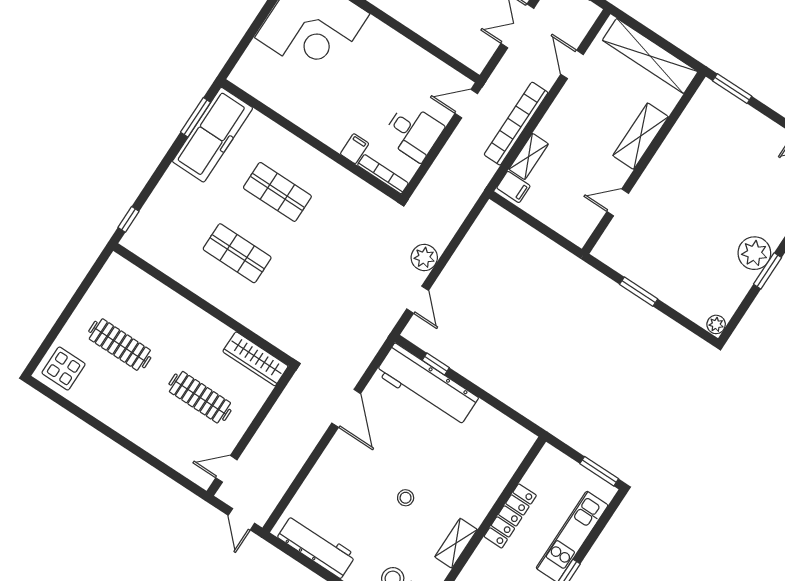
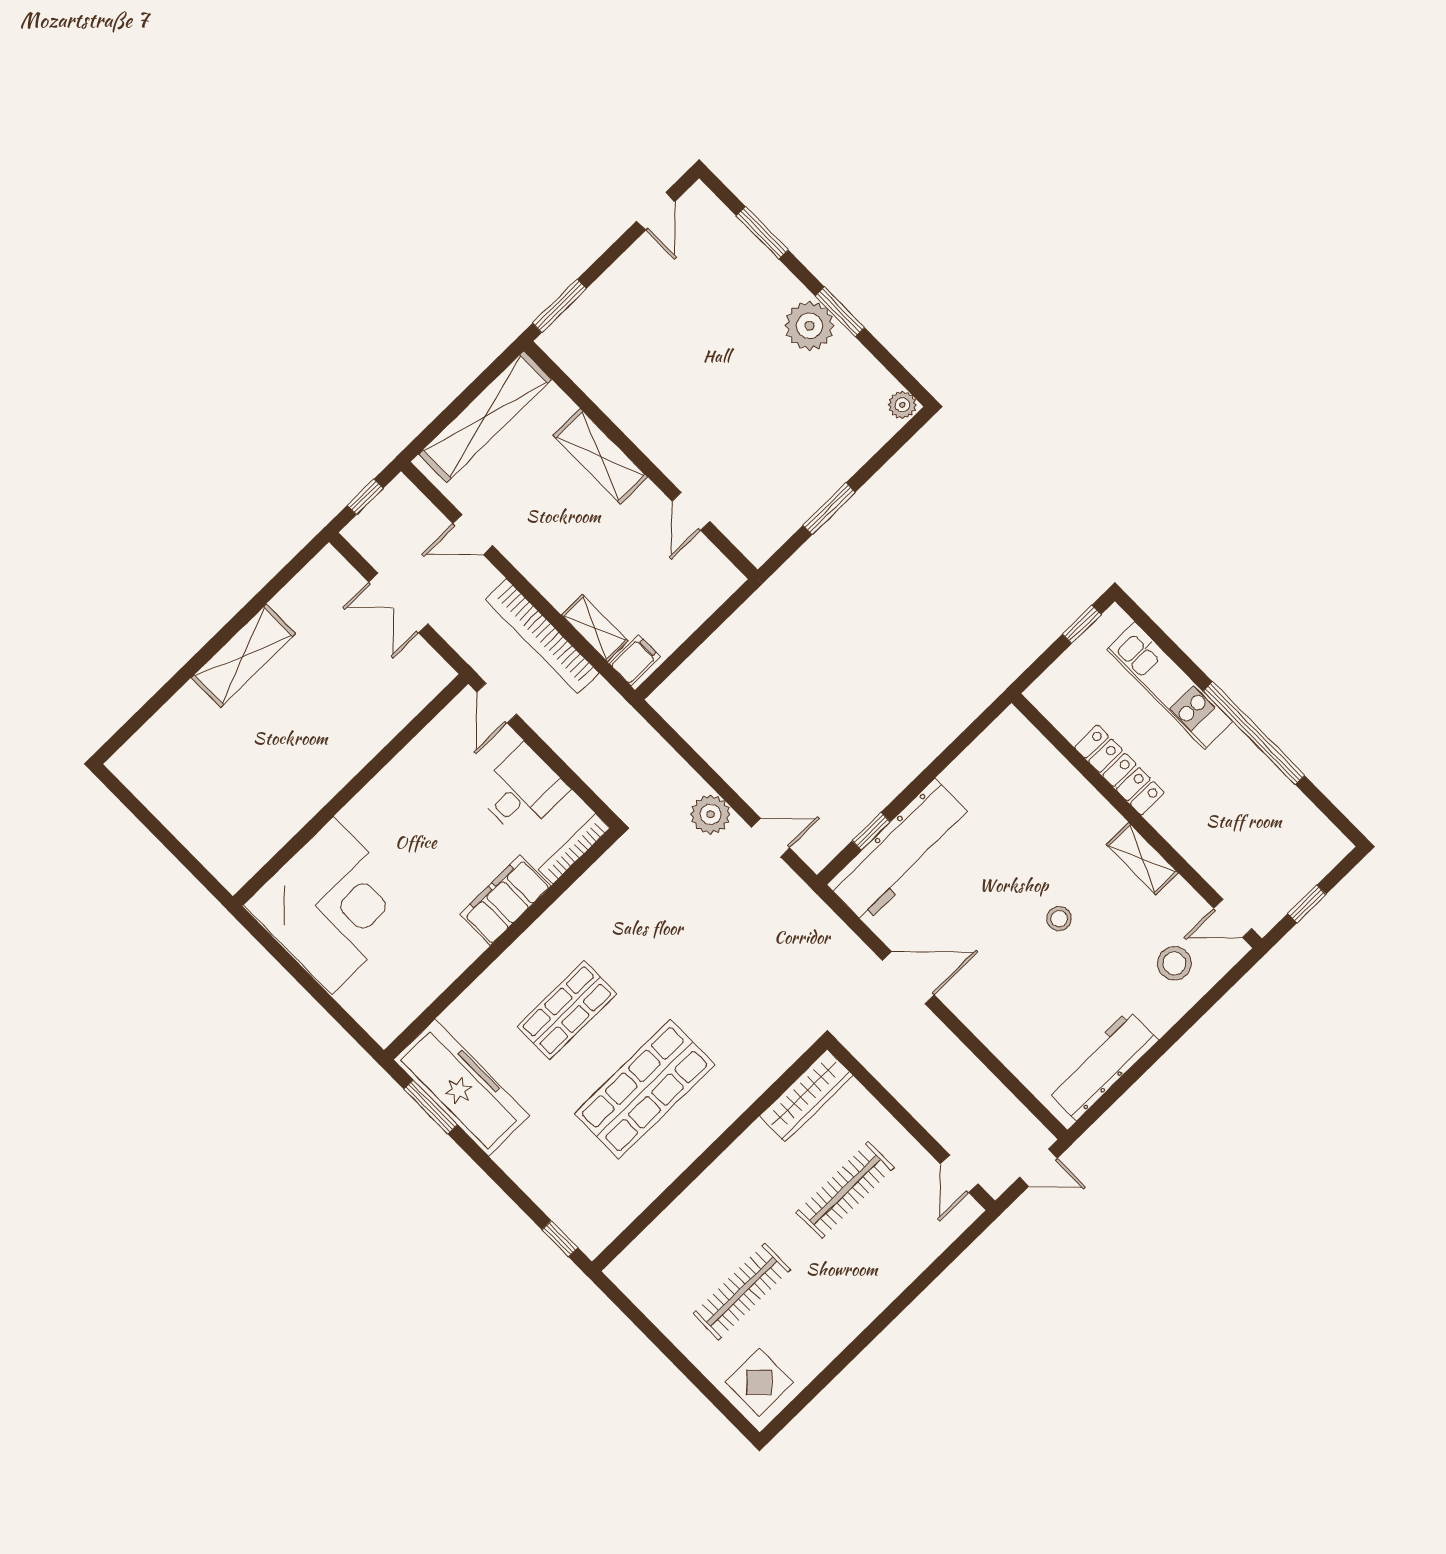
filing cabinet: (355, 149) -> (505, 900), width x3.00, depth x1.17
shop shelf: (237, 253) -> (644, 1089), width x1.43, depth x1.36
window: (599, 471) -> (1082, 624), width x0.67

